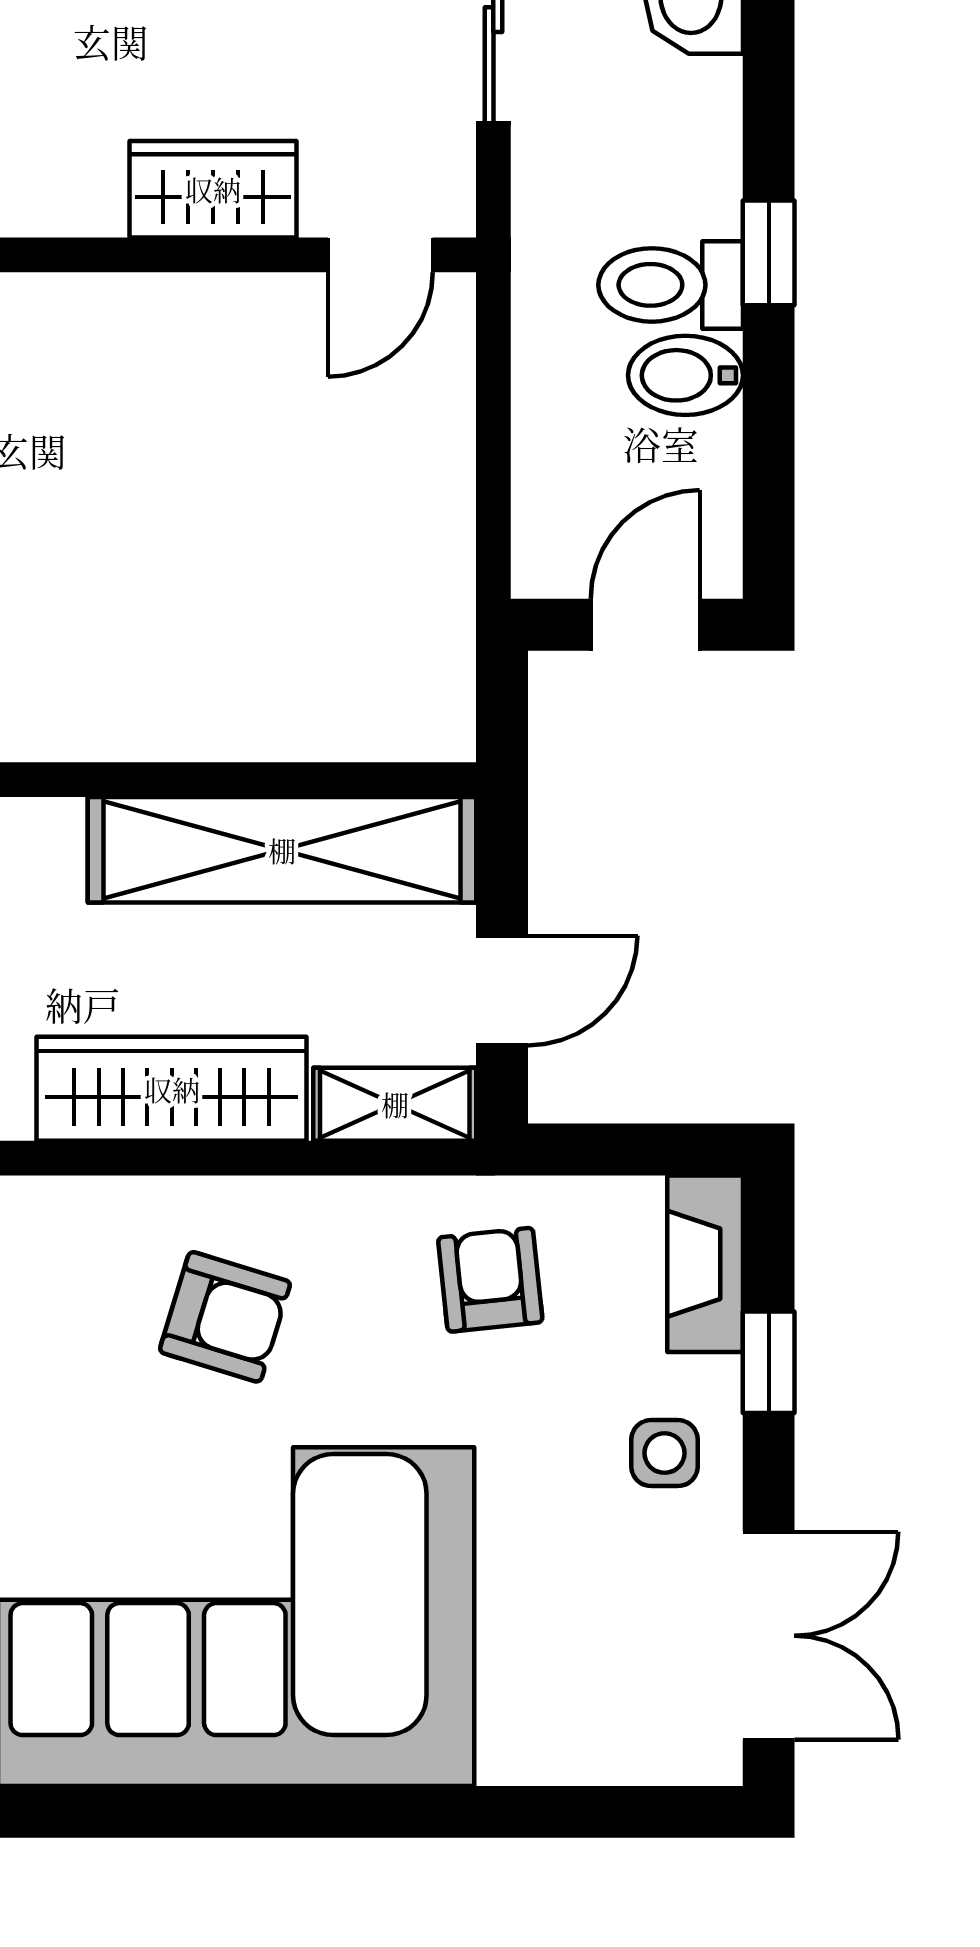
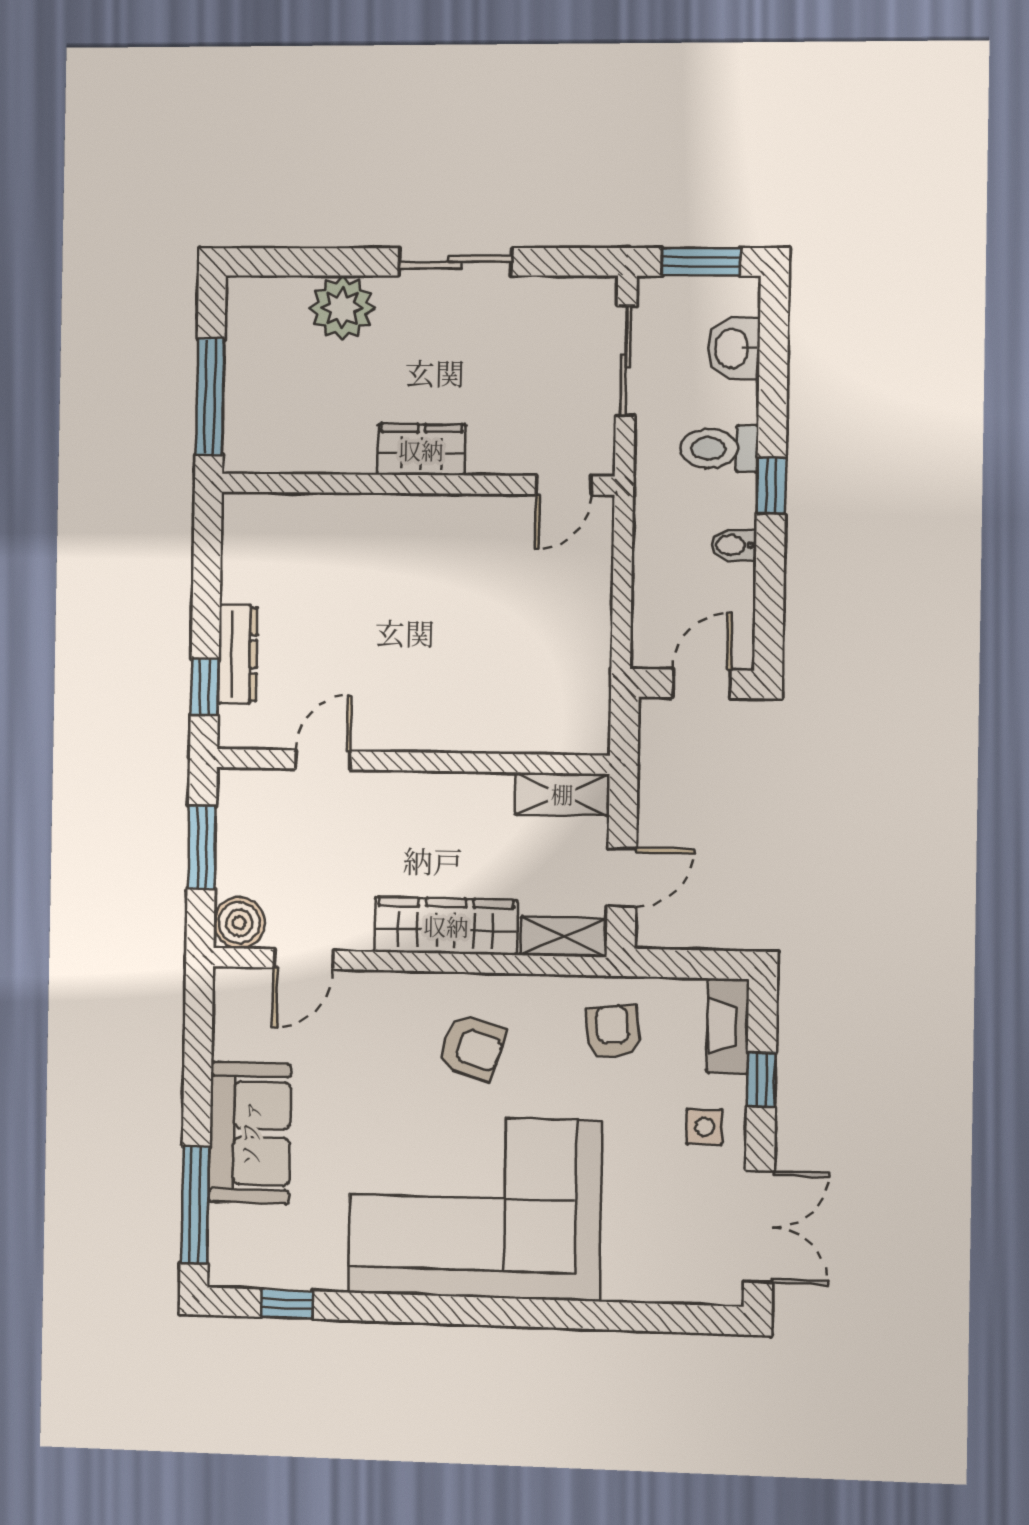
wardrobe: (213, 189) -> (421, 450), moved
toilet: (671, 285) -> (719, 449), moved
bidet: (685, 375) -> (734, 545), width x0.72, depth x0.74
shelving: (282, 850) -> (562, 794), width x0.45, depth x0.75

